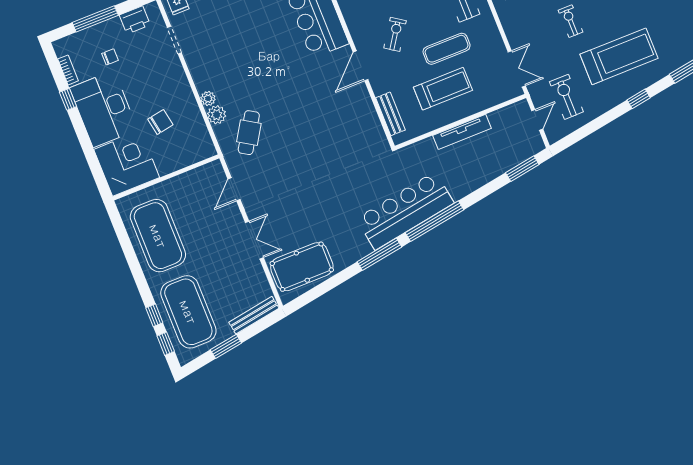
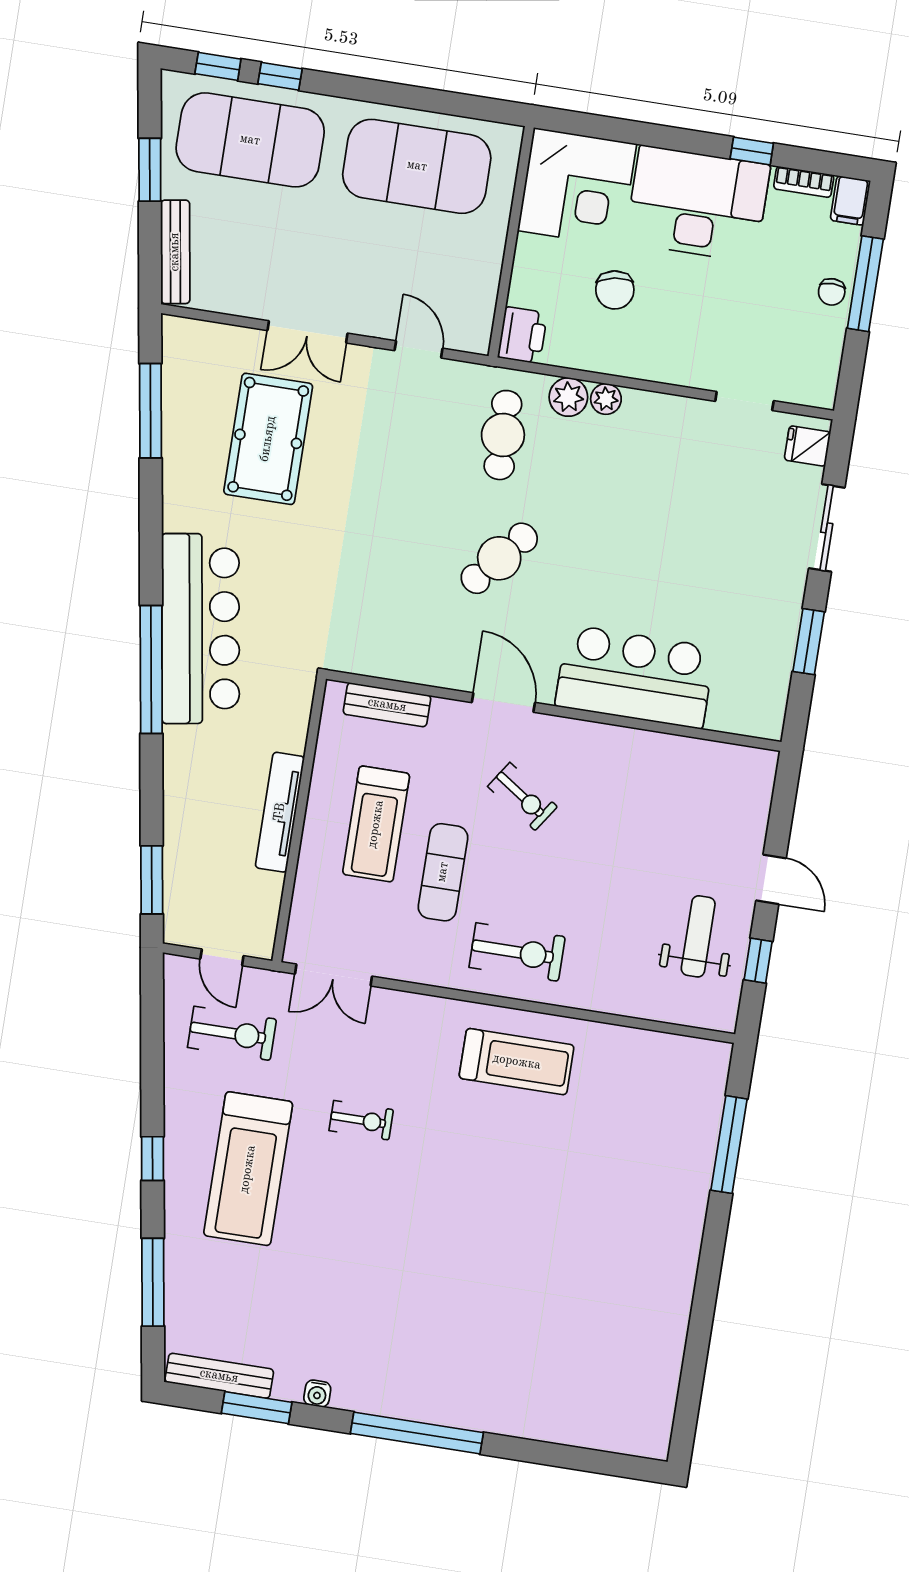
printer: (135, 20) -> (522, 335), moved, turned 180
filing cabinet: (64, 46) -> (850, 201), added
chair: (110, 57) -> (832, 292), moved
cafe table: (301, 103) -> (499, 558), added
cafe table: (249, 133) -> (503, 435), turned 56
window: (379, 254) -> (150, 411), moved
pool table: (302, 267) -> (268, 439), moved

